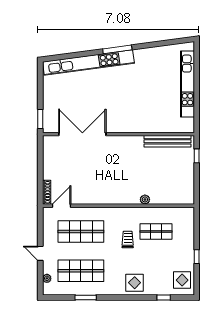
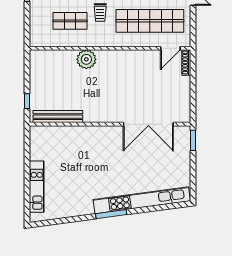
kitchen unit: (187, 84) -> (37, 187), width x0.73
plant: (145, 199) -> (86, 59), width x1.88, depth x1.88
shop shelf: (81, 232) -> (150, 21), width x1.40

